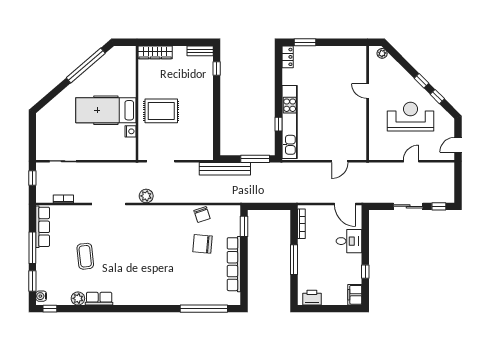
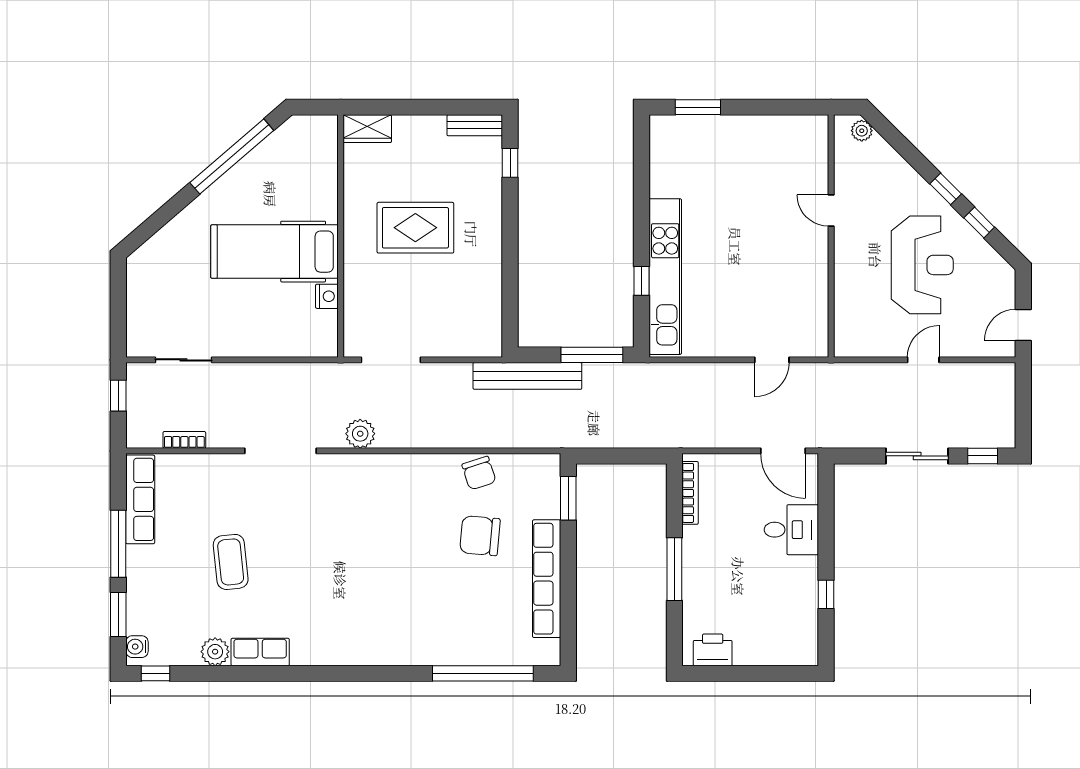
wardrobe: (155, 52) -> (367, 129), width x0.67
locker: (288, 57) -> (661, 138), removed
rug: (161, 111) -> (415, 228), moved
reception desk: (411, 117) -> (922, 265), turned 90
filing cabinet: (355, 295) -> (804, 644), removed

